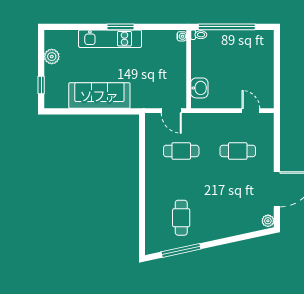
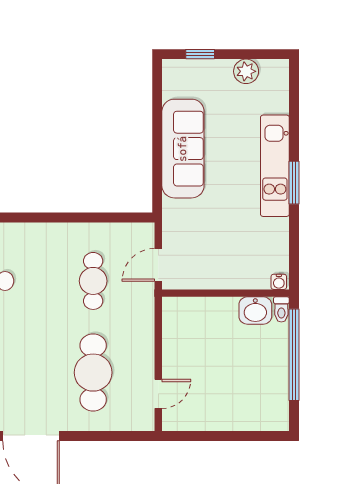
washbasin: (199, 88) -> (255, 311), moved
cafe table: (238, 151) -> (93, 373), width x1.37, depth x1.35

